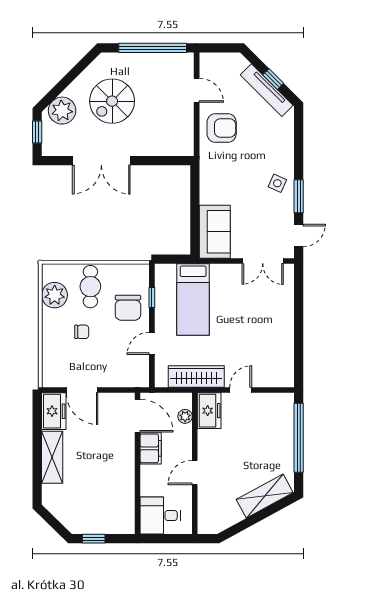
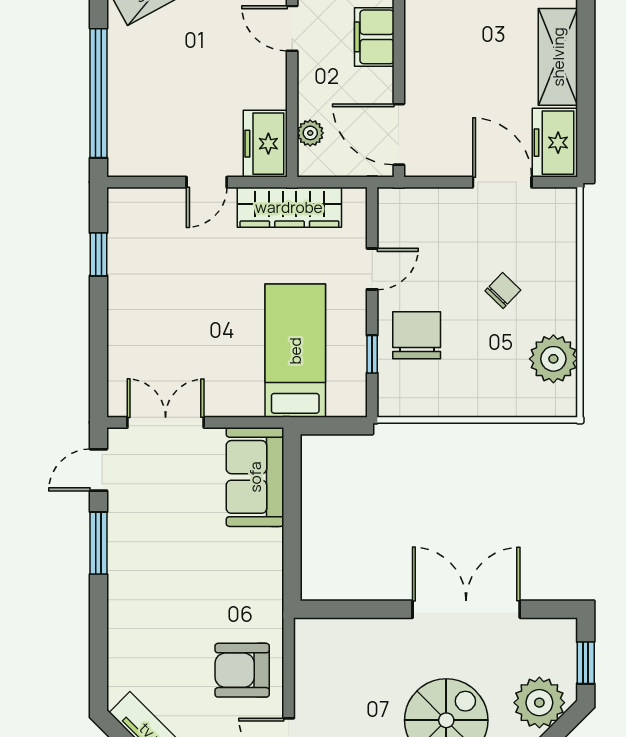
side table: (277, 183) -> (138, 567), removed
cafe table: (90, 287) -> (487, 375), removed
chair: (82, 332) -> (503, 290), turned 134
window: (299, 351) -> (99, 254), added
filing cabinet: (151, 448) -> (374, 37), moved
door: (195, 472) -> (292, 28), swing flipped

